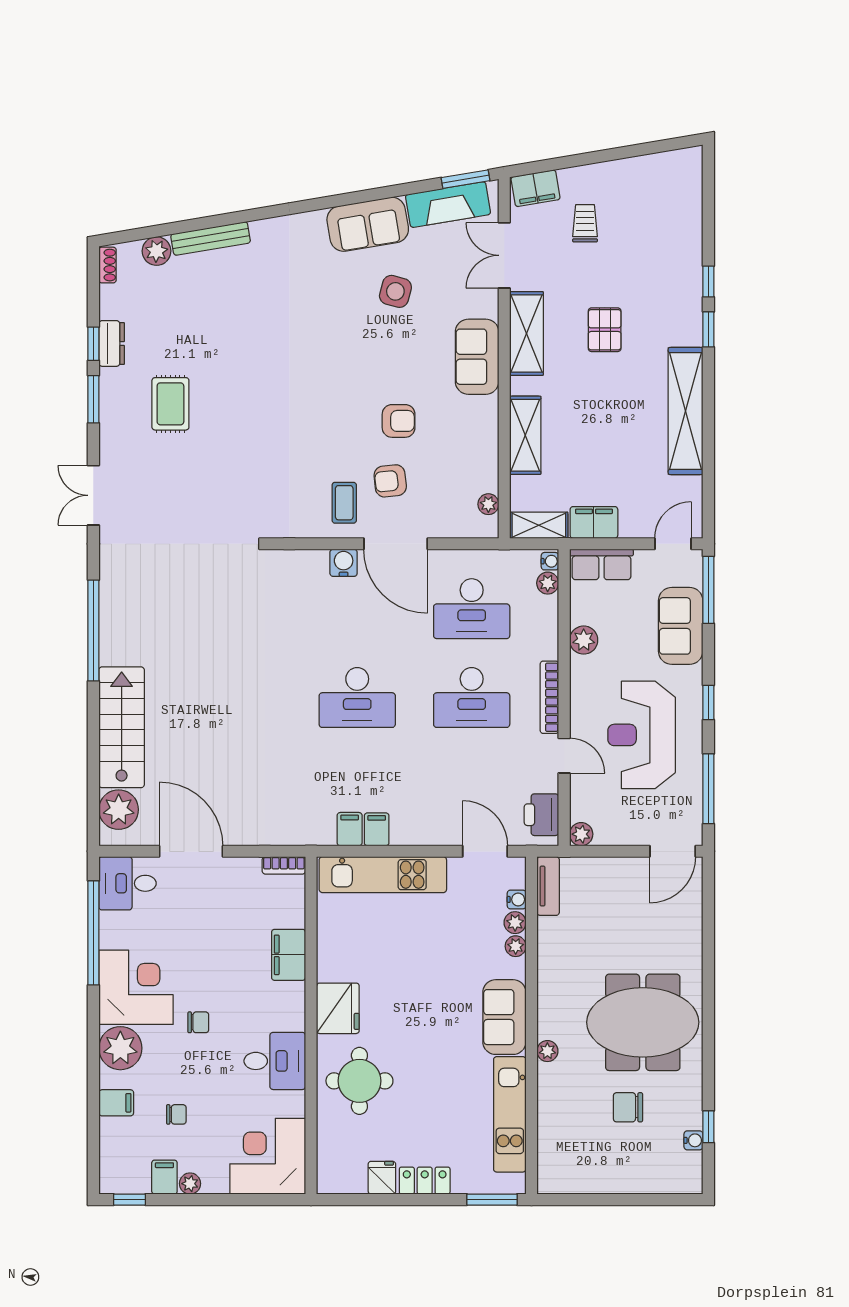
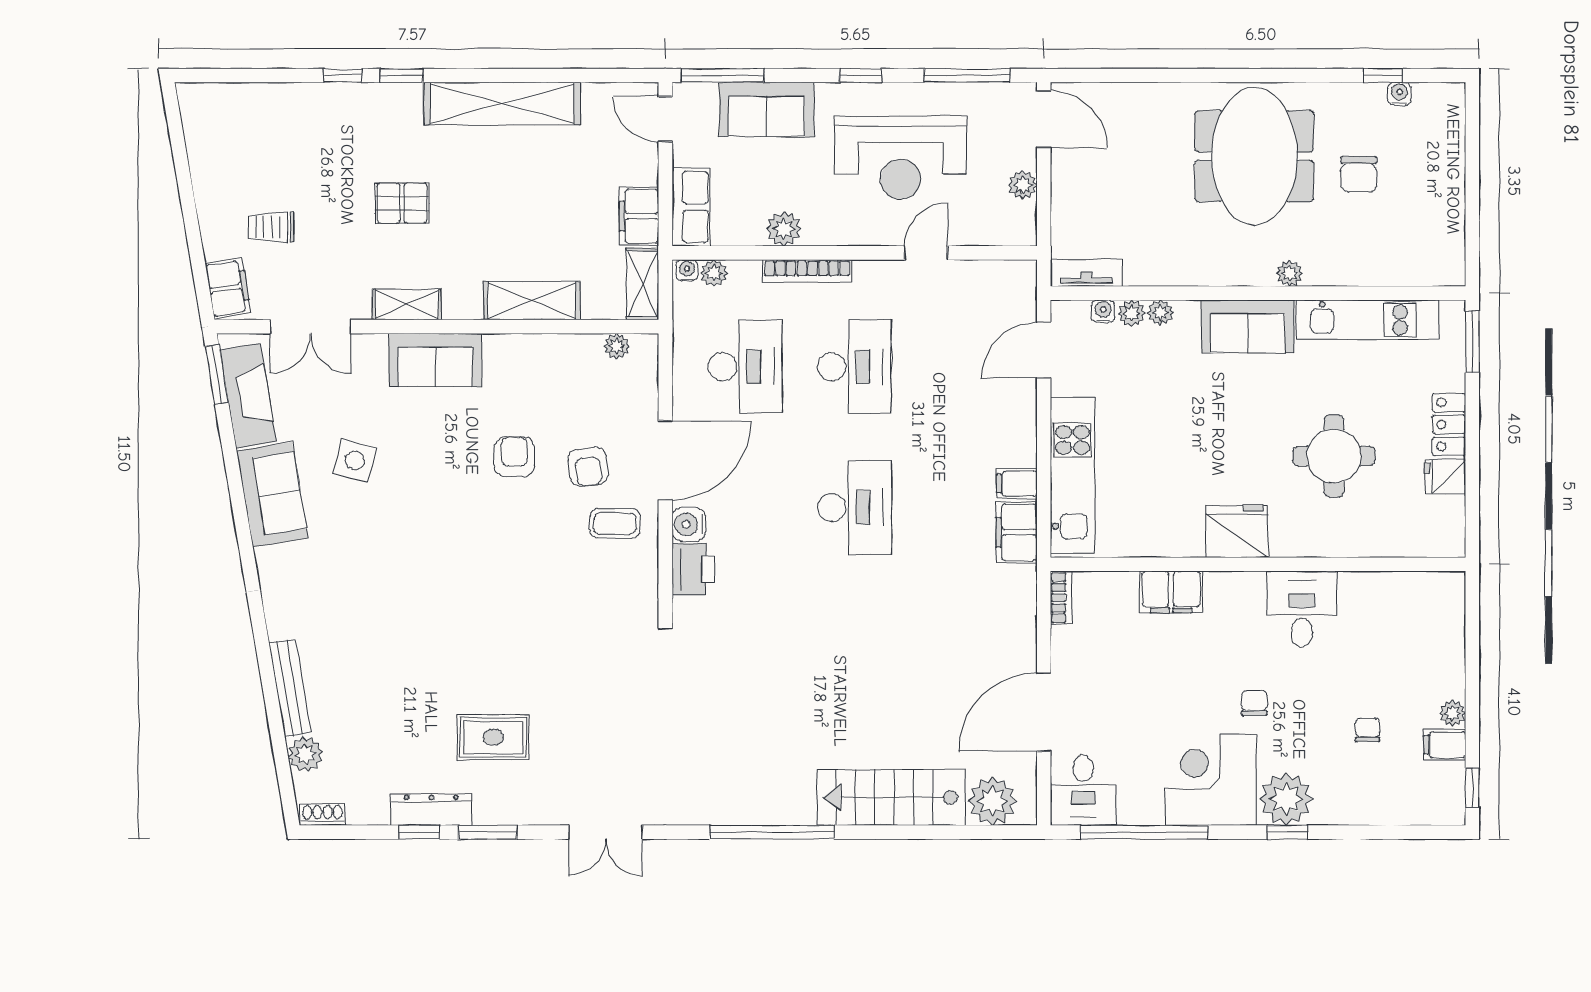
shelving: (526, 333) -> (407, 304), width x0.67, depth x0.75
dresser: (112, 343) -> (431, 810), width x1.44
bookcase: (549, 697) -> (807, 271), moved
printer: (541, 815) -> (693, 569), moved, turned -90
filing cabinet: (350, 829) -> (1017, 532), width x2.00
plant: (581, 834) -> (1023, 185), moved
window: (93, 1049) -> (1287, 832), added
round table: (359, 1081) -> (1334, 456), moved
filing cabinet: (116, 1103) -> (1353, 804), removed
corner desk: (268, 1156) -> (1419, 618), removed

